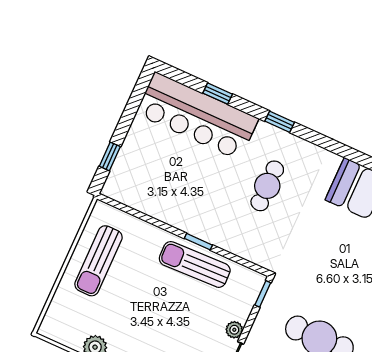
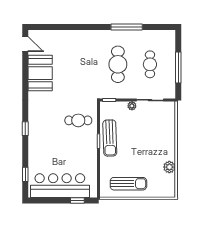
window: (218, 94) -> (25, 174), moved
bar counter: (197, 116) -> (60, 186), moved, turned -90
cafe table: (267, 186) -> (78, 120), moved

